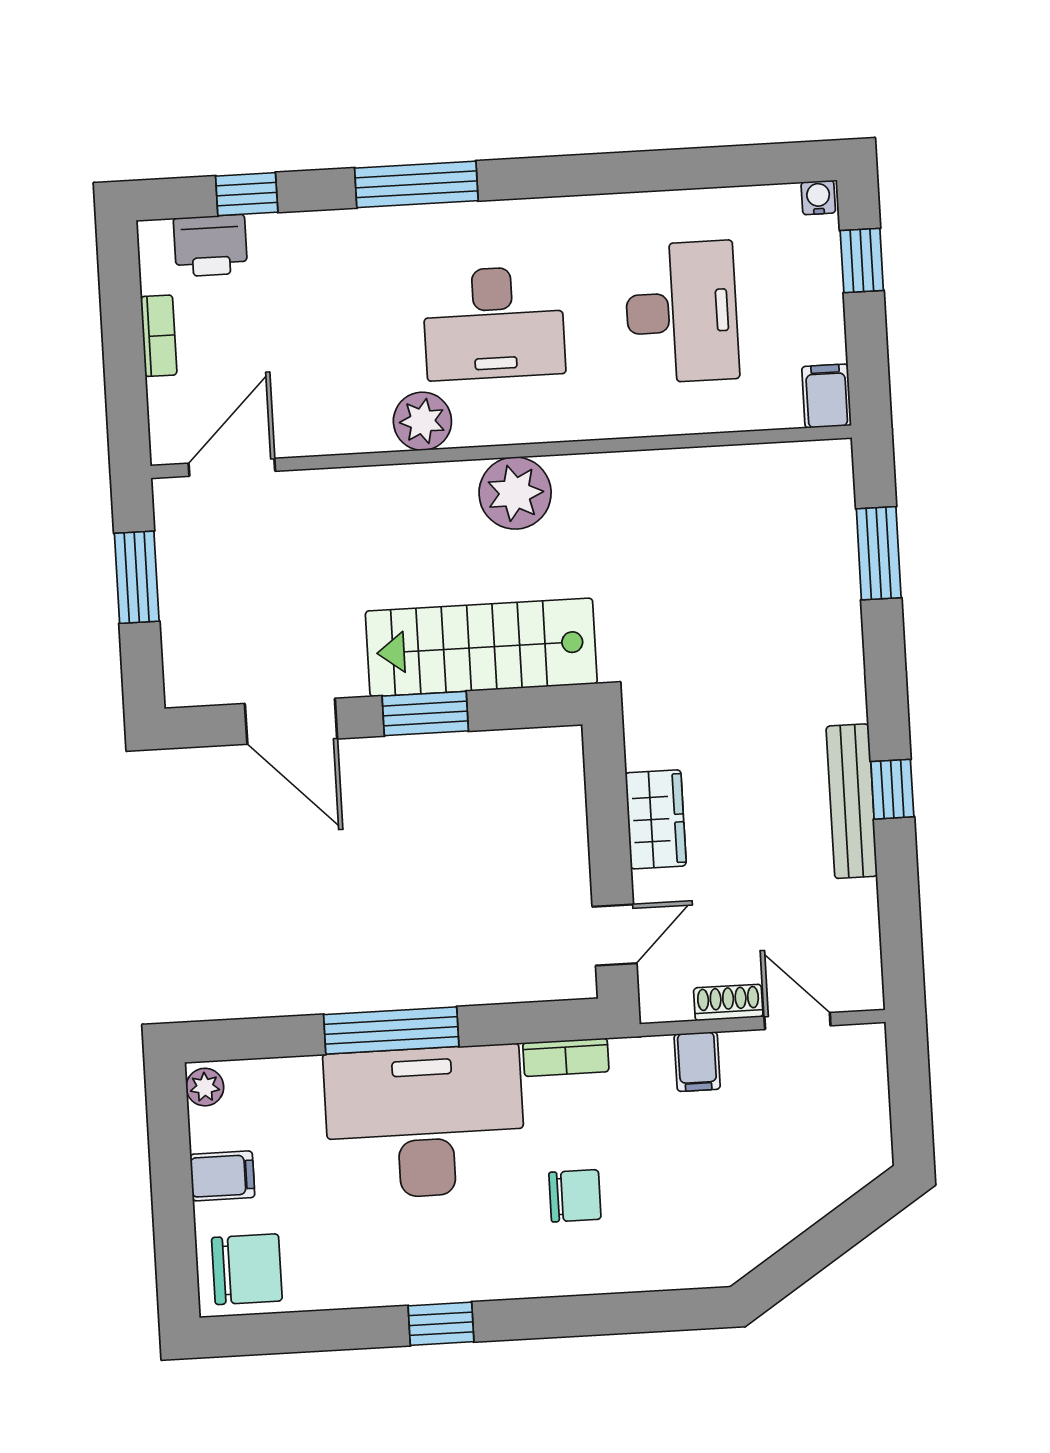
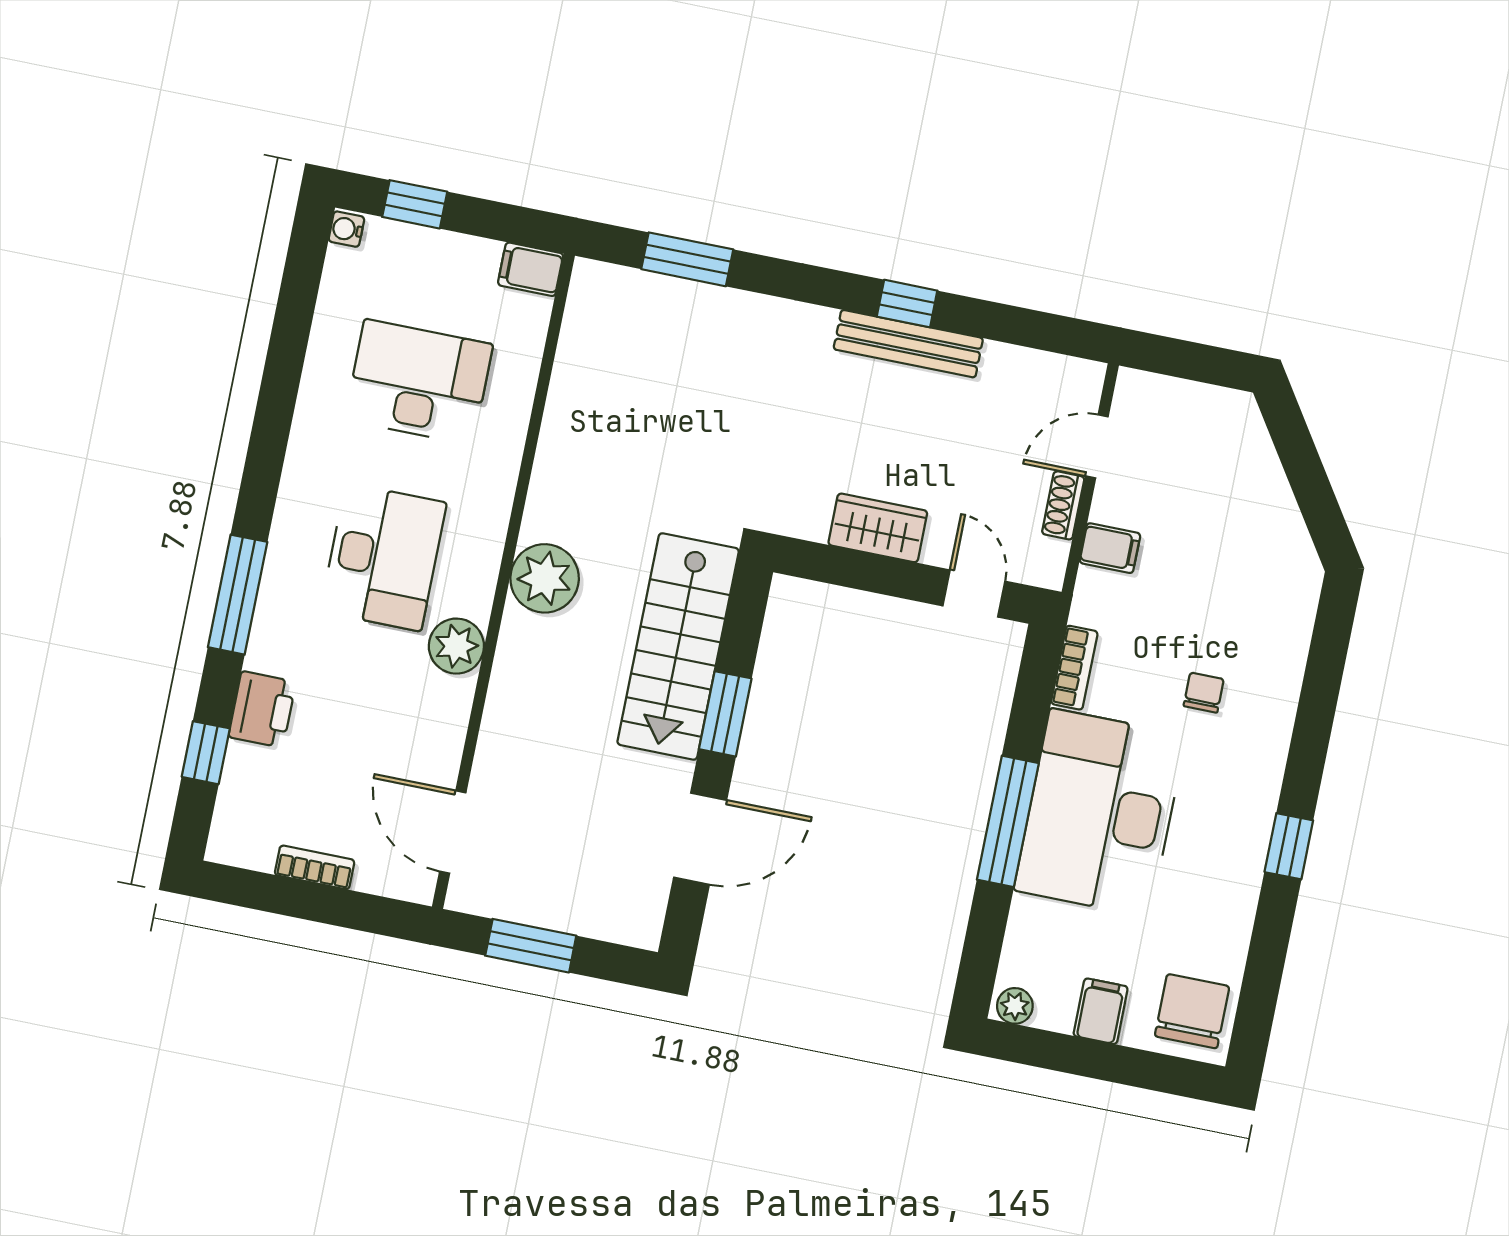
printer: (210, 246) -> (262, 709), moved
chair: (575, 1196) -> (1204, 693), width x0.73, depth x0.73

